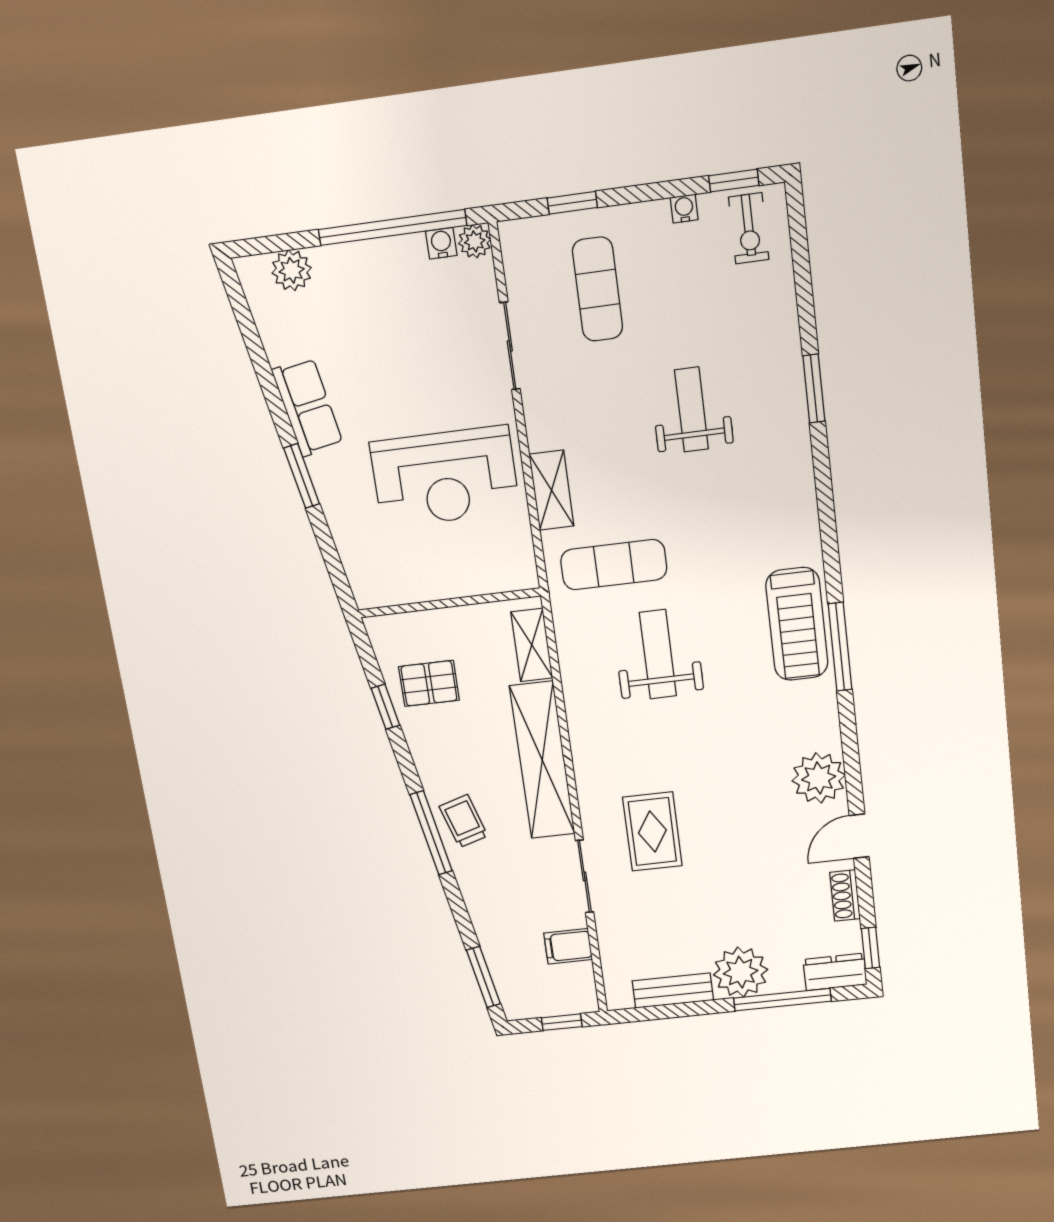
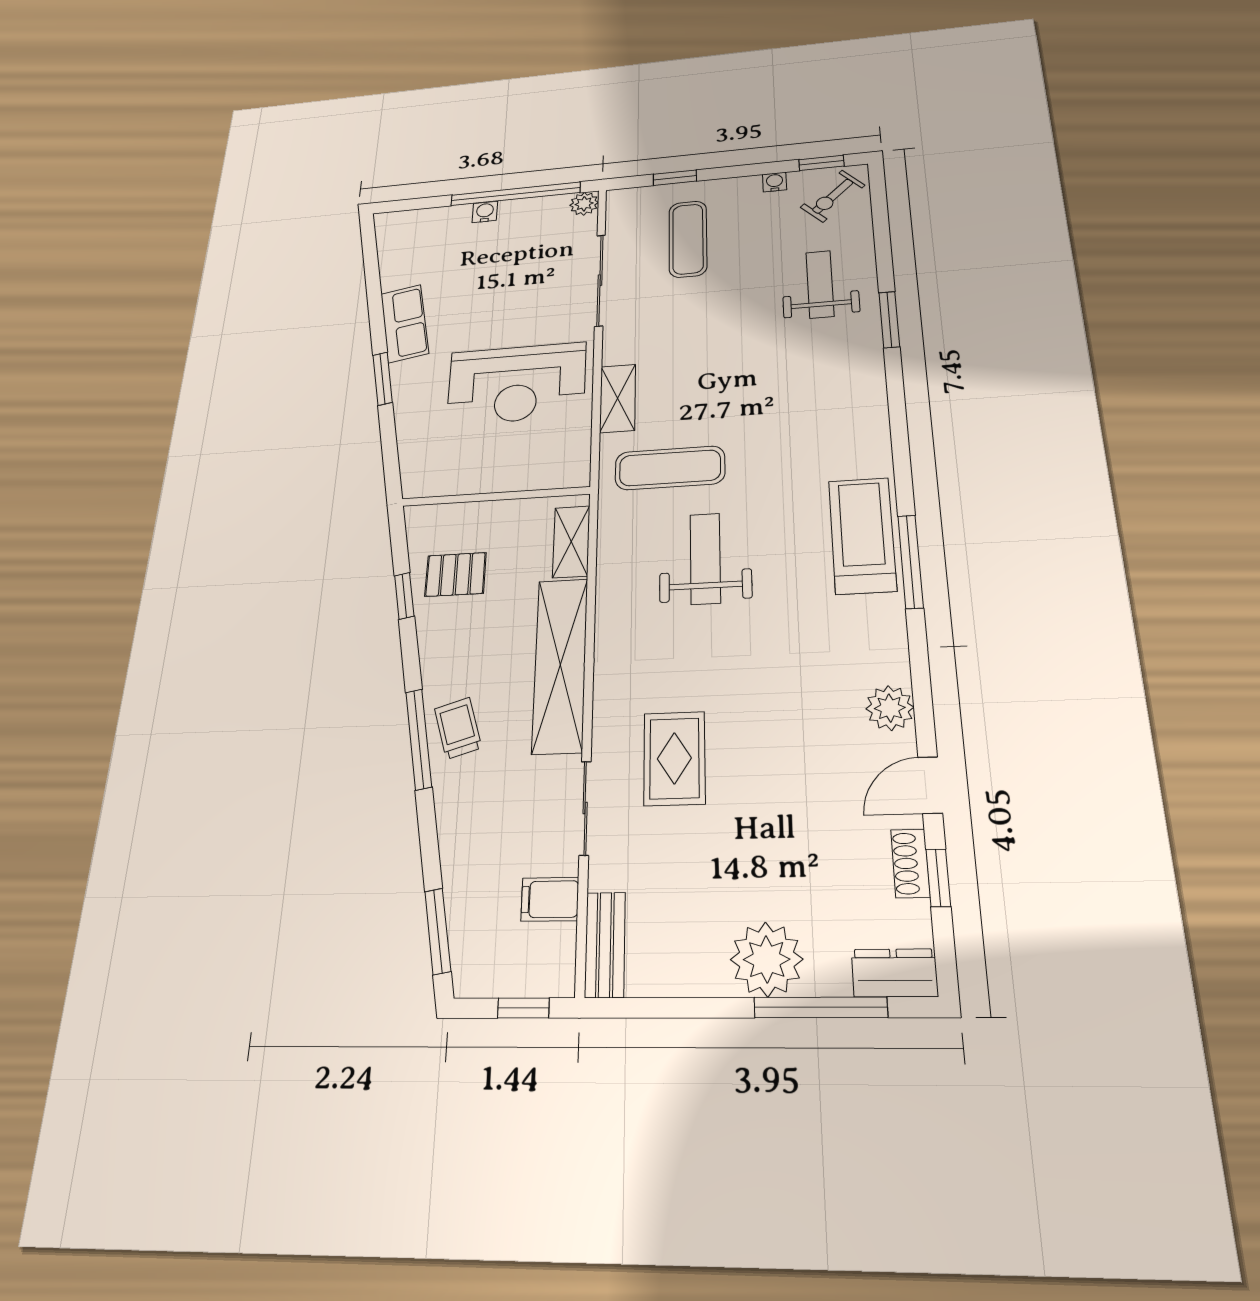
exercise bike: (749, 228) -> (833, 196), turned 46
water cooler: (441, 243) -> (485, 212), moved
plant: (292, 270) -> (421, 223), removed
sliding door: (510, 346) -> (600, 280), width x1.37
weight bench: (691, 410) -> (820, 284), moved
treadmill: (797, 624) -> (862, 535), turned 180
plant: (819, 778) -> (890, 708), width x0.73, depth x0.73
window: (870, 948) -> (938, 878), moved
bench: (673, 991) -> (605, 945), moved, turned 90

